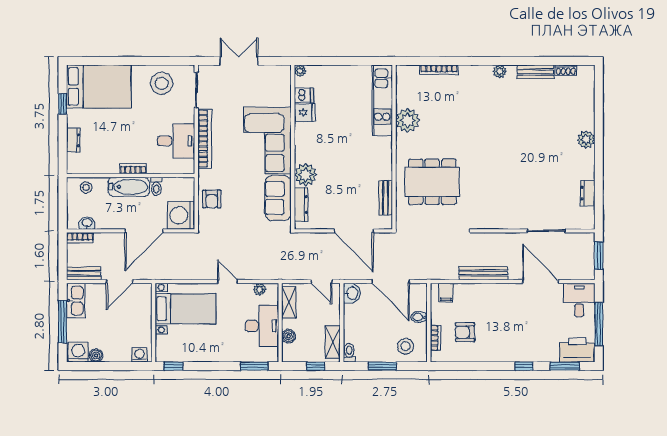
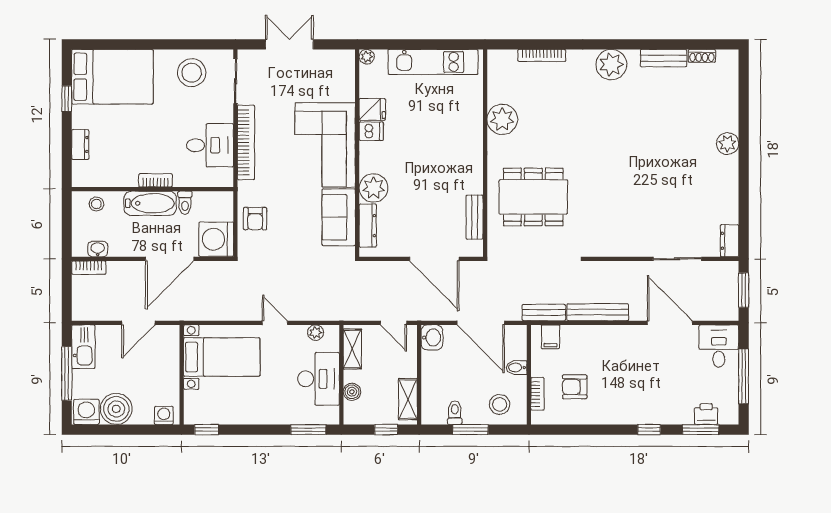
plant: (500, 71) -> (611, 65), width x1.88, depth x1.88
dishwasher: (304, 95) -> (371, 131), moved
kitchen unit: (382, 100) -> (433, 62), moved, turned -90
dresser: (588, 193) -> (729, 241), moved
bench: (84, 273) -> (544, 313), moved
printer: (577, 350) -> (706, 414), width x0.53, depth x0.68
toilet: (349, 353) -> (455, 413), moved
boiler: (96, 356) -> (116, 409), width x1.86, depth x1.86

